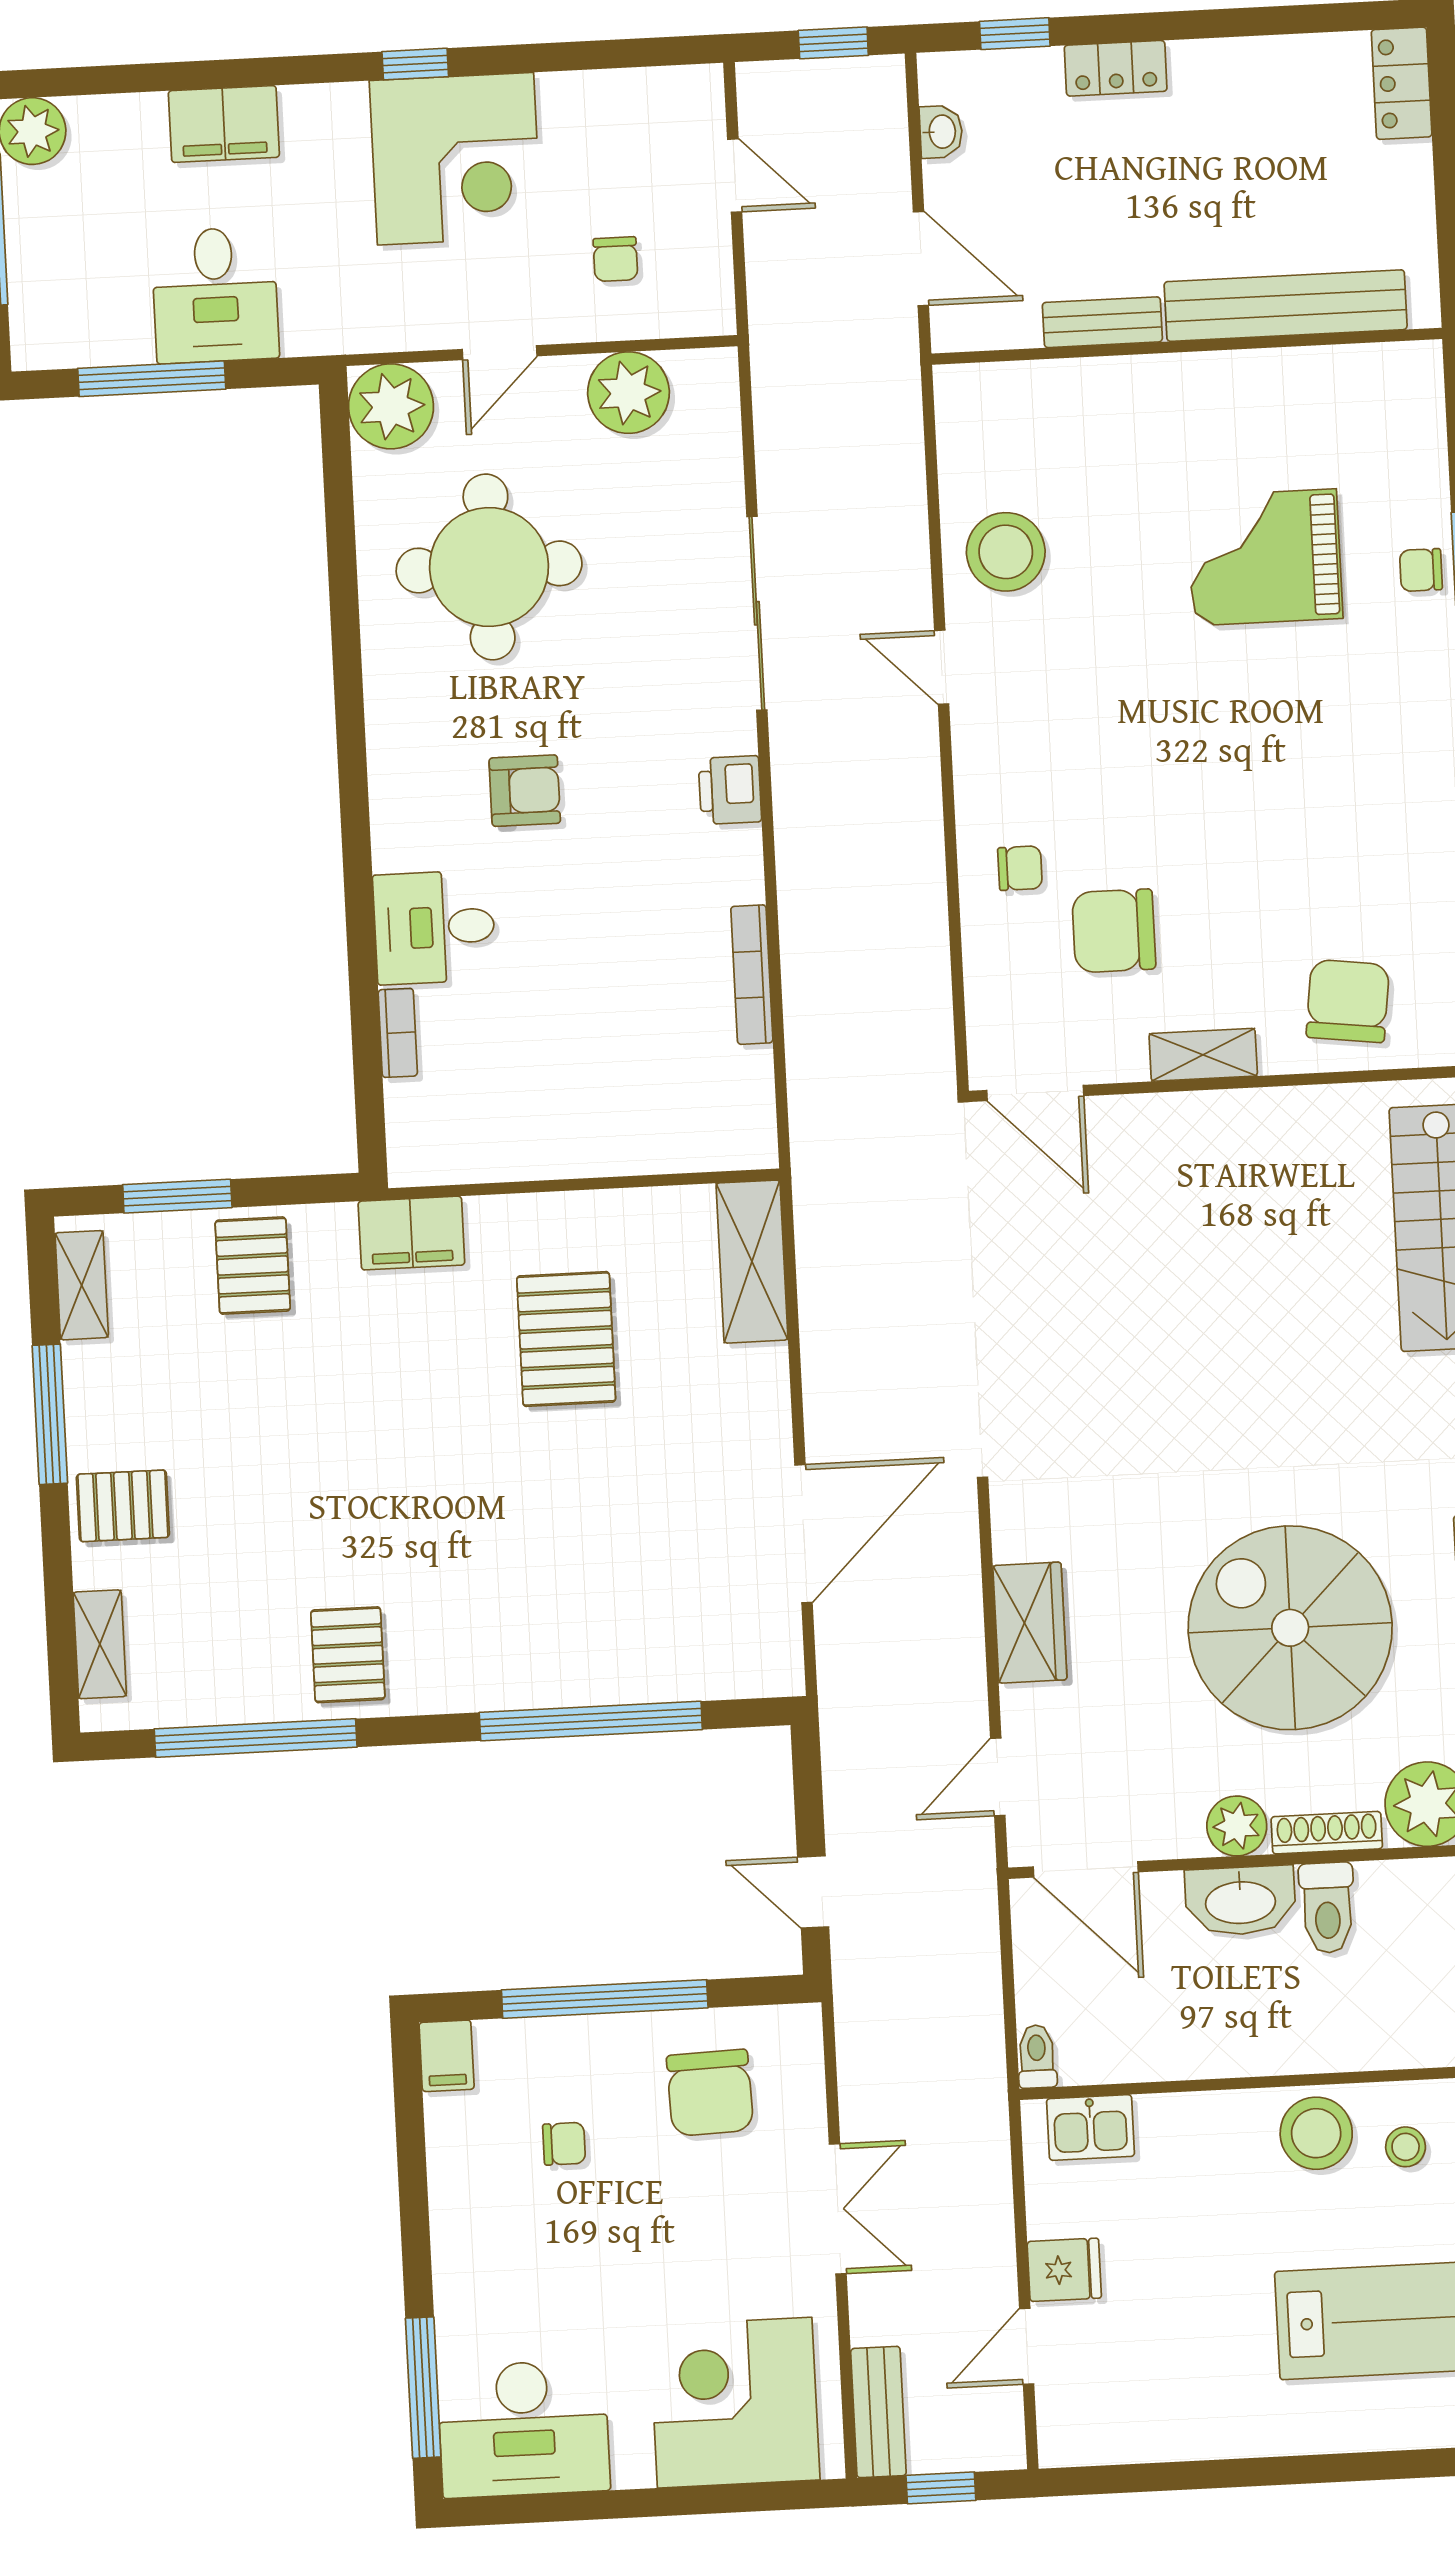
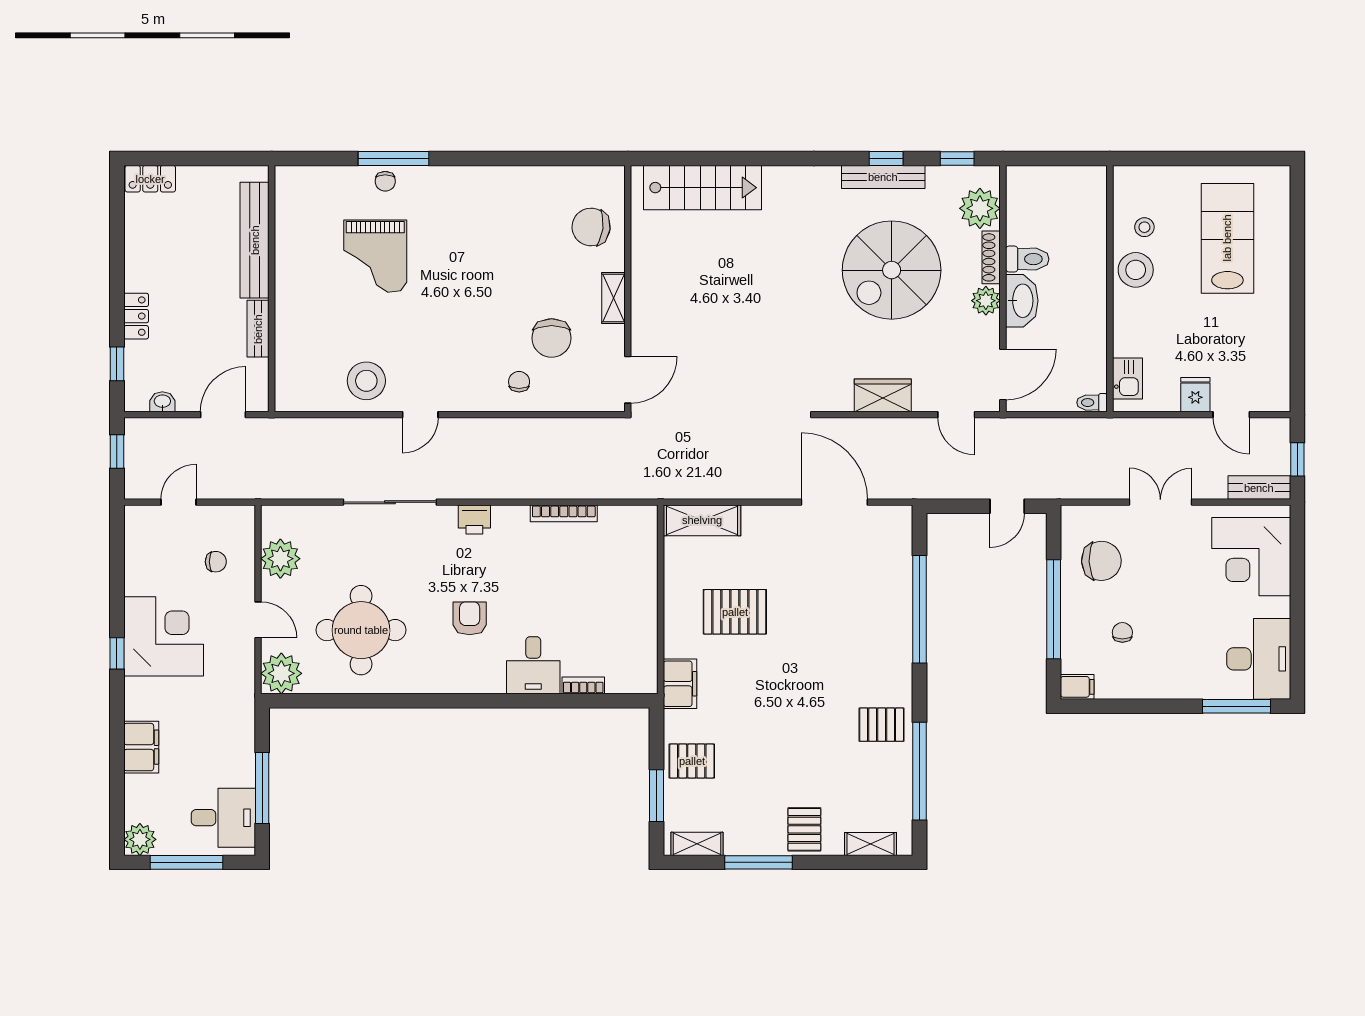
desk: (215, 295) -> (223, 818), moved

